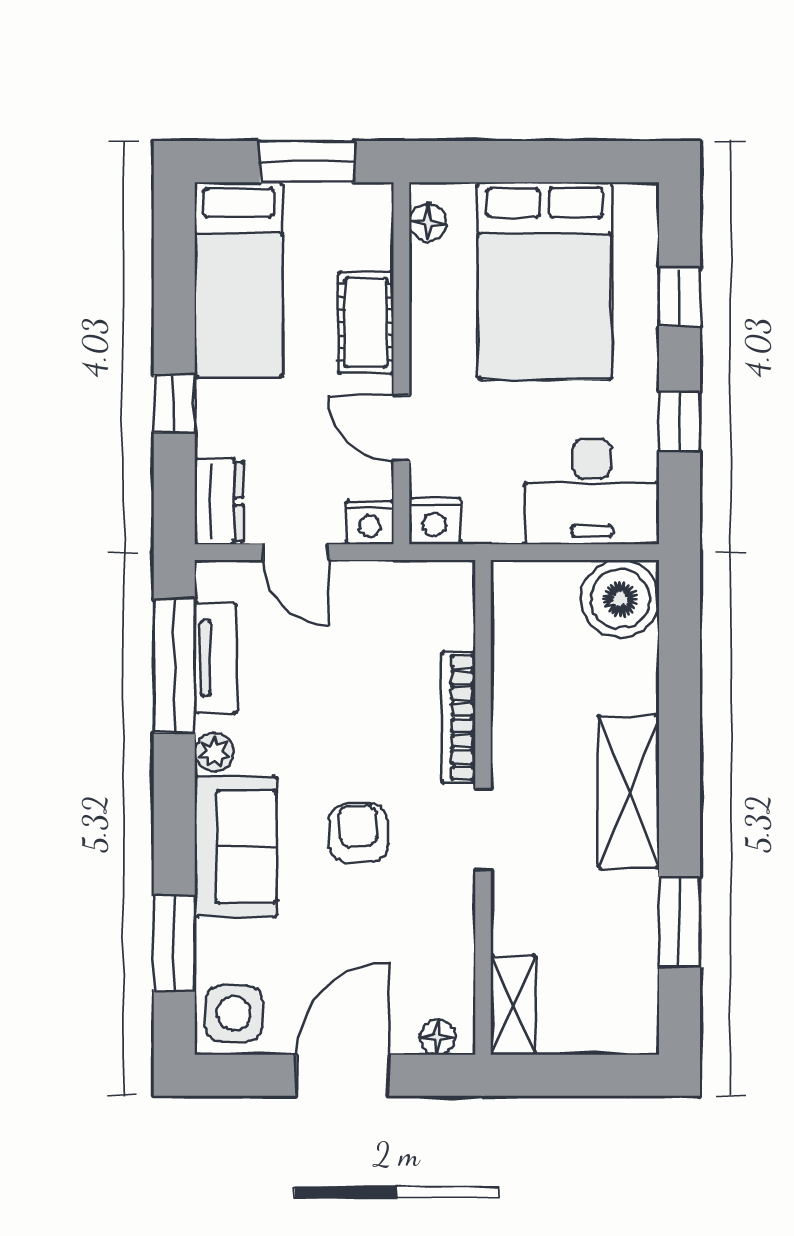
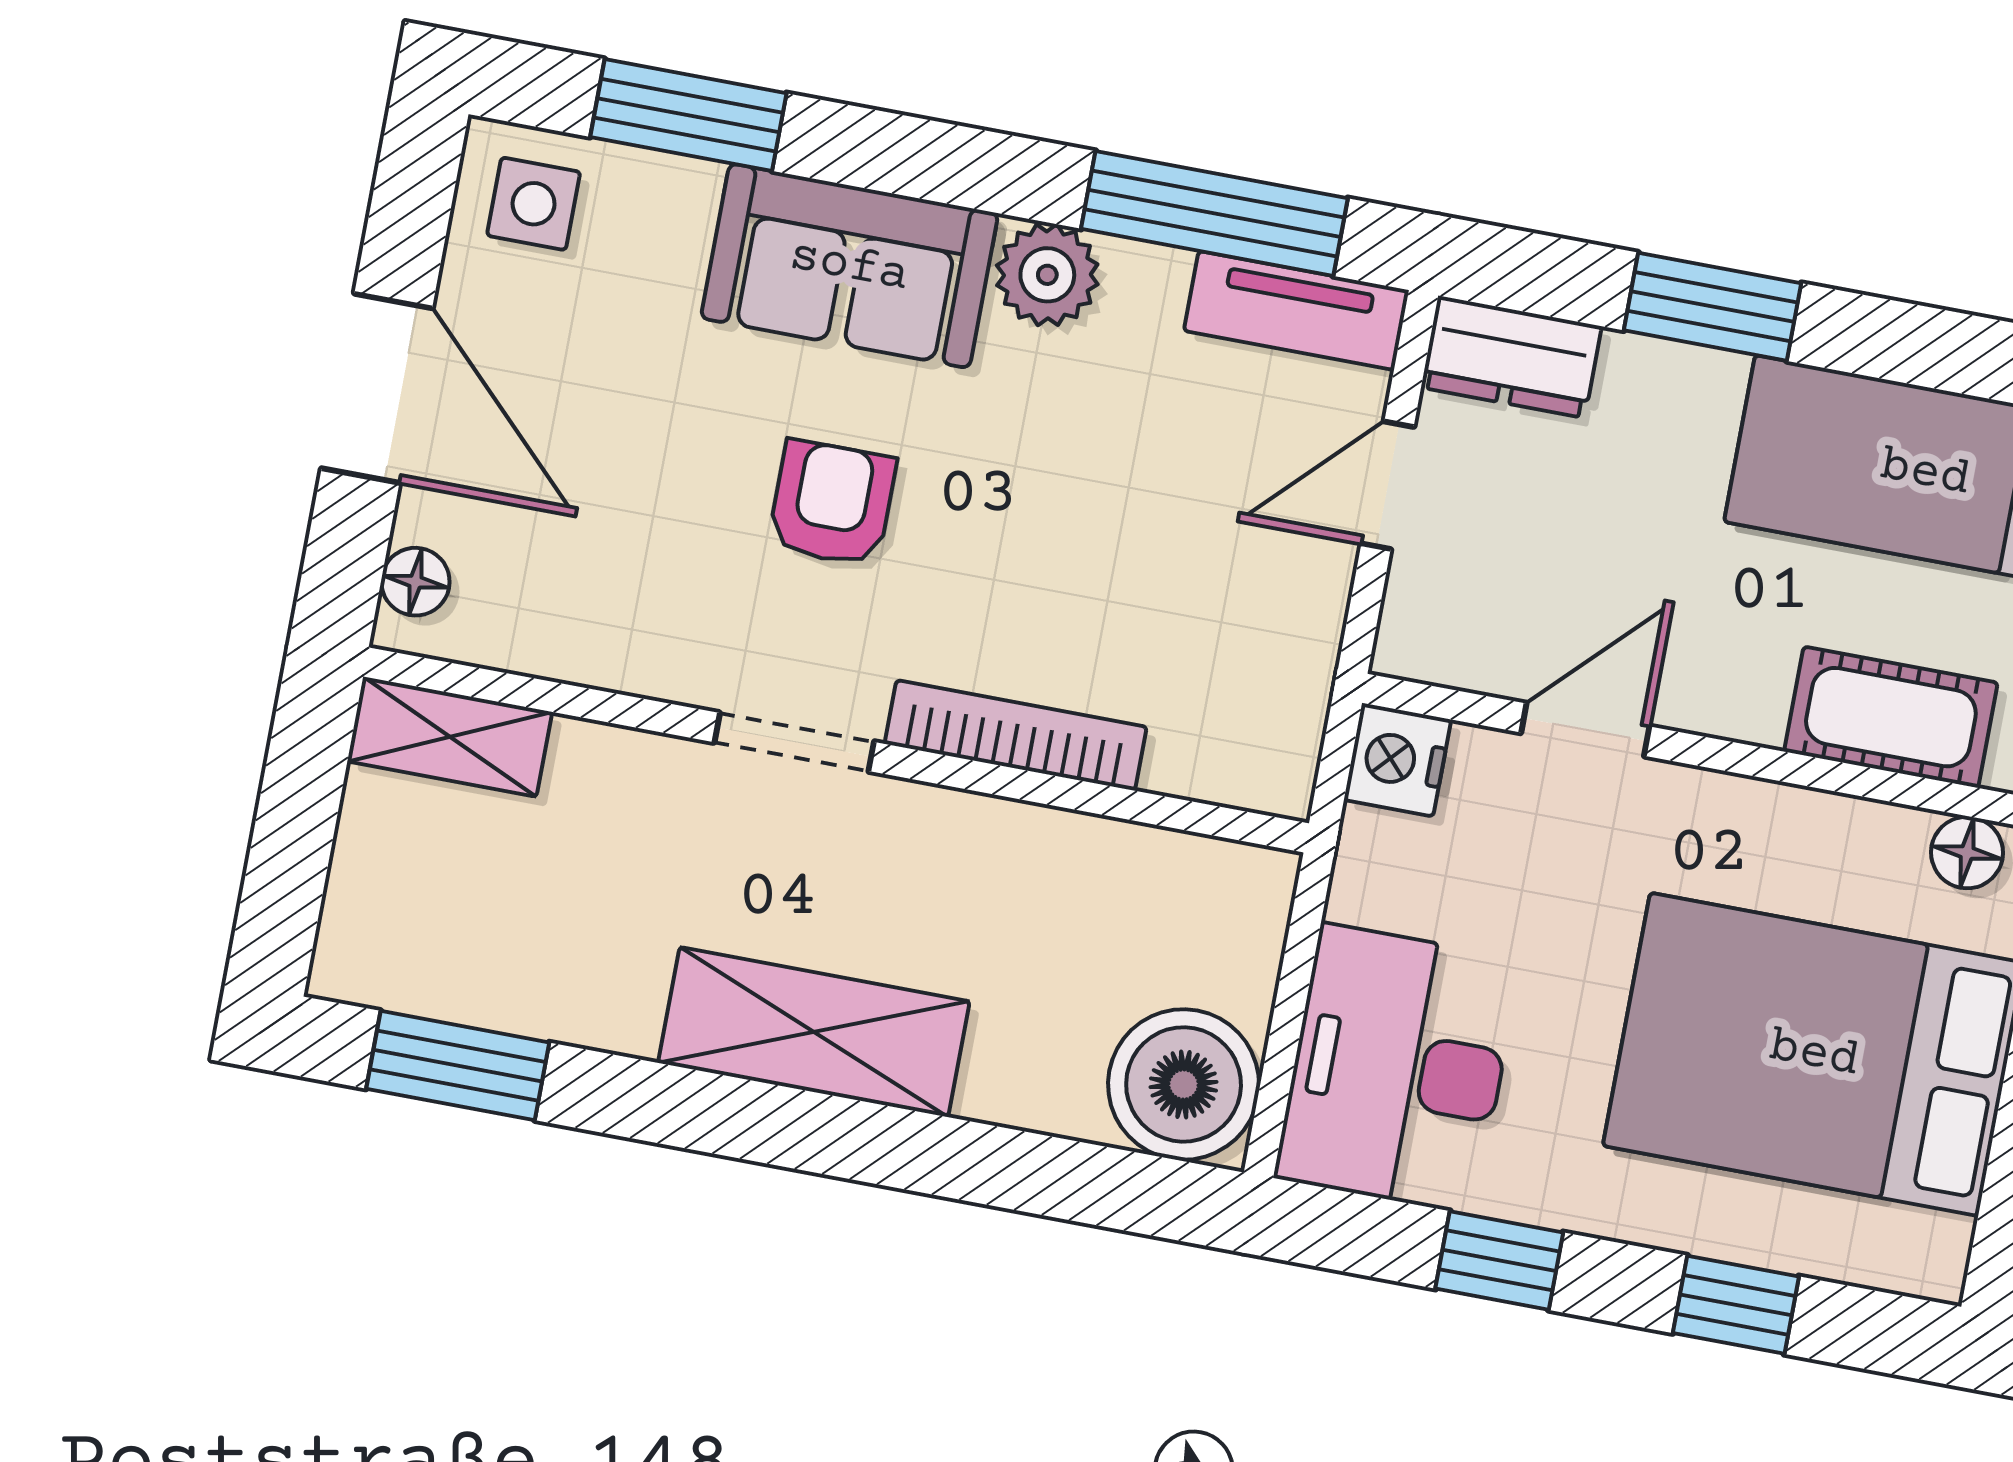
cot: (366, 323) -> (1891, 717), moved
window: (174, 404) -> (1713, 307), width x1.50
nightstand: (370, 523) -> (1417, 636), removed
tv unit: (216, 658) -> (1296, 311), moved
plant: (214, 752) -> (1047, 275), width x1.38, depth x1.38
armchair: (358, 833) -> (832, 503), turned -89
window: (680, 922) -> (458, 1066), moved
side table: (234, 1013) -> (534, 204), width x0.73, depth x0.73

